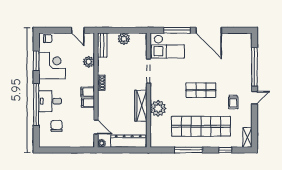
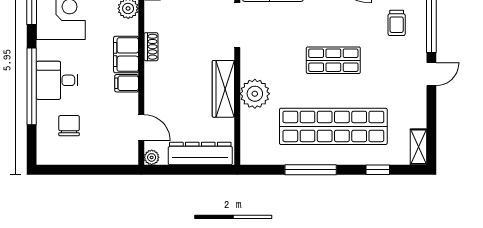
filing cabinet: (88, 92) -> (126, 55), width x2.00
trolley: (233, 102) -> (397, 23), moved

